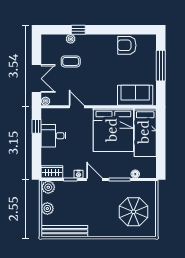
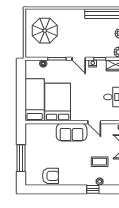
sofa: (135, 95) -> (72, 132), moved
bed: (113, 130) -> (58, 102), width x0.73

